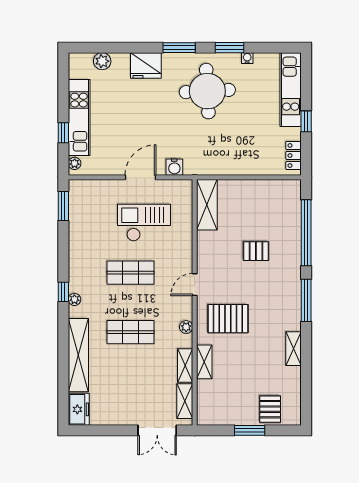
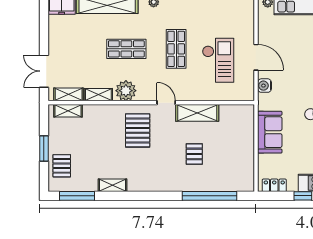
sofa: (230, 161) -> (270, 132), added
shelving: (207, 205) -> (197, 113), moved
window: (306, 300) -> (77, 196), moved
plant: (186, 327) -> (126, 91), width x1.87, depth x1.87
shop shelf: (130, 332) -> (126, 49), turned 90
shelving: (204, 362) -> (68, 111), moved
pallet: (270, 409) -> (62, 166), turned 90

